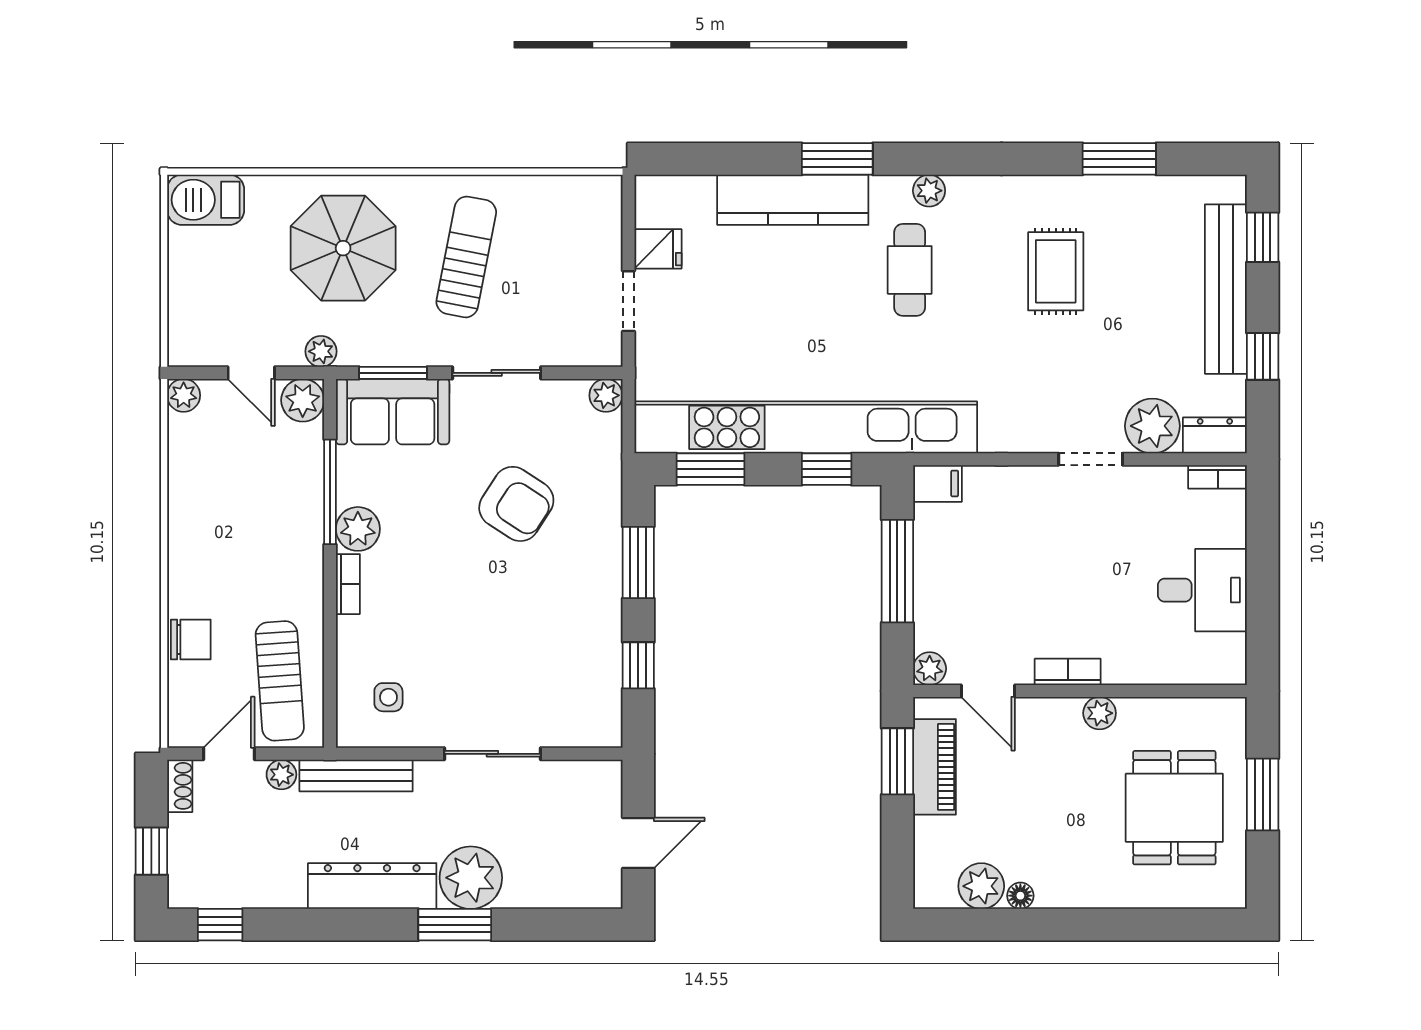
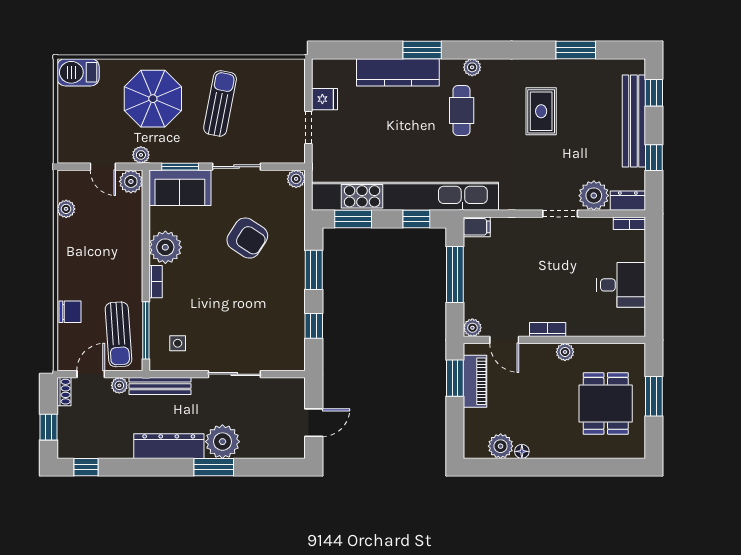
plant: (184, 395) -> (66, 209), moved
window: (330, 492) -> (146, 330), moved
plant: (358, 529) -> (165, 247), width x1.36, depth x1.36

